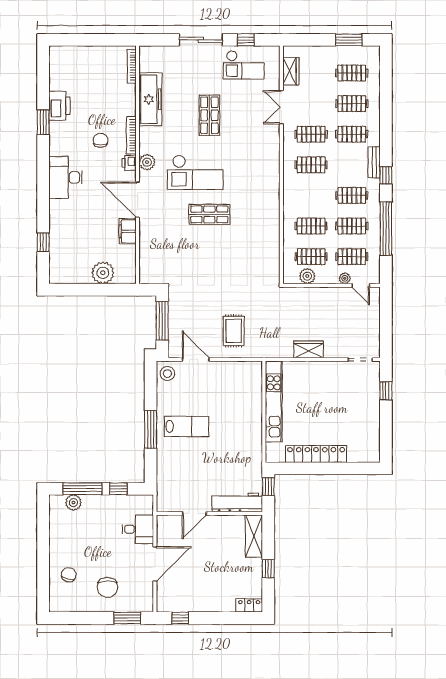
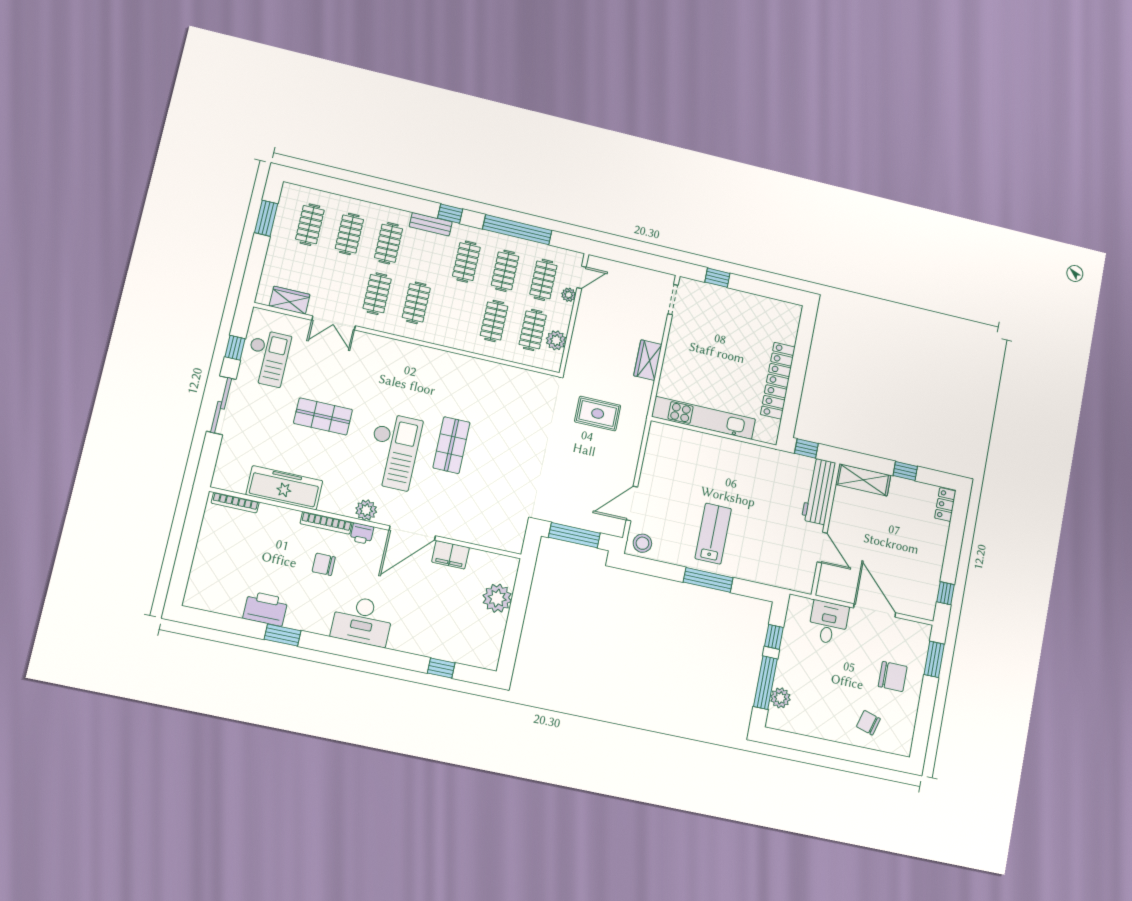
rug: (234, 331) -> (598, 414), moved

